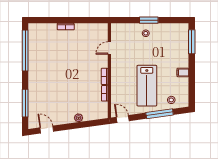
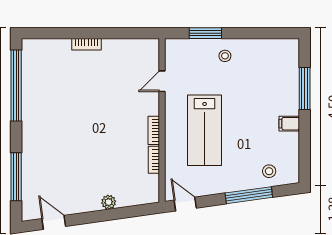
window: (149, 20) -> (205, 33), moved
window: (192, 42) -> (305, 89), moved
lab bench: (147, 86) -> (205, 130), moved

